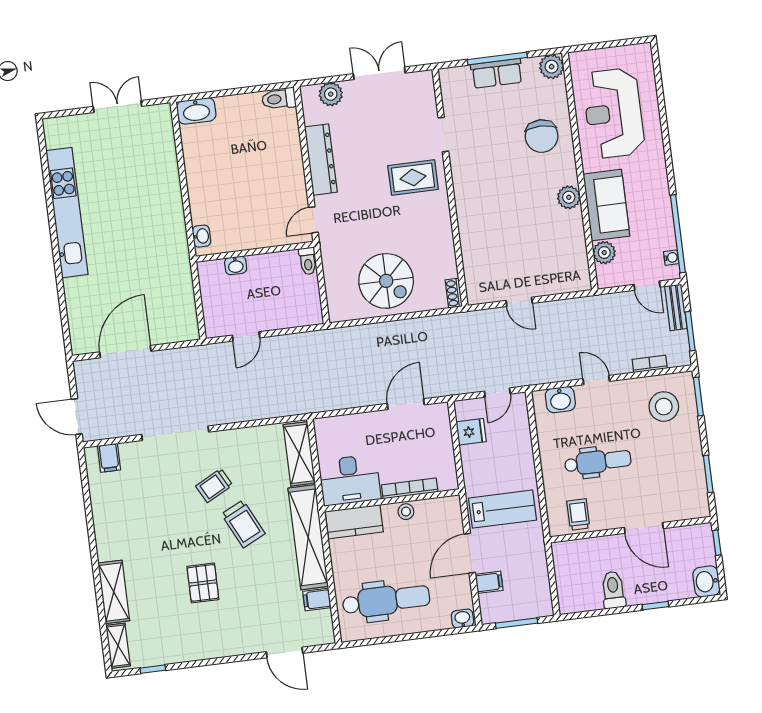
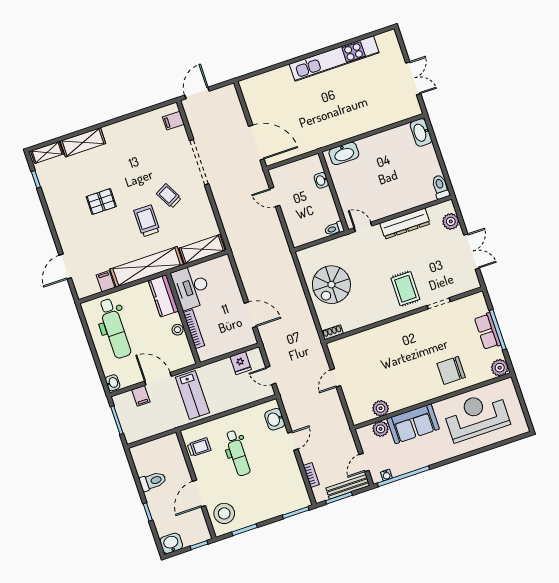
plant: (569, 197) -> (381, 408), moved
washbasin: (201, 236) -> (344, 153), width x1.91, depth x1.45
bench: (676, 307) -> (348, 487), width x1.36
door: (125, 352) -> (256, 143), moved
stool: (664, 407) -> (224, 513), moved
trolley: (243, 524) -> (147, 221), turned 116

